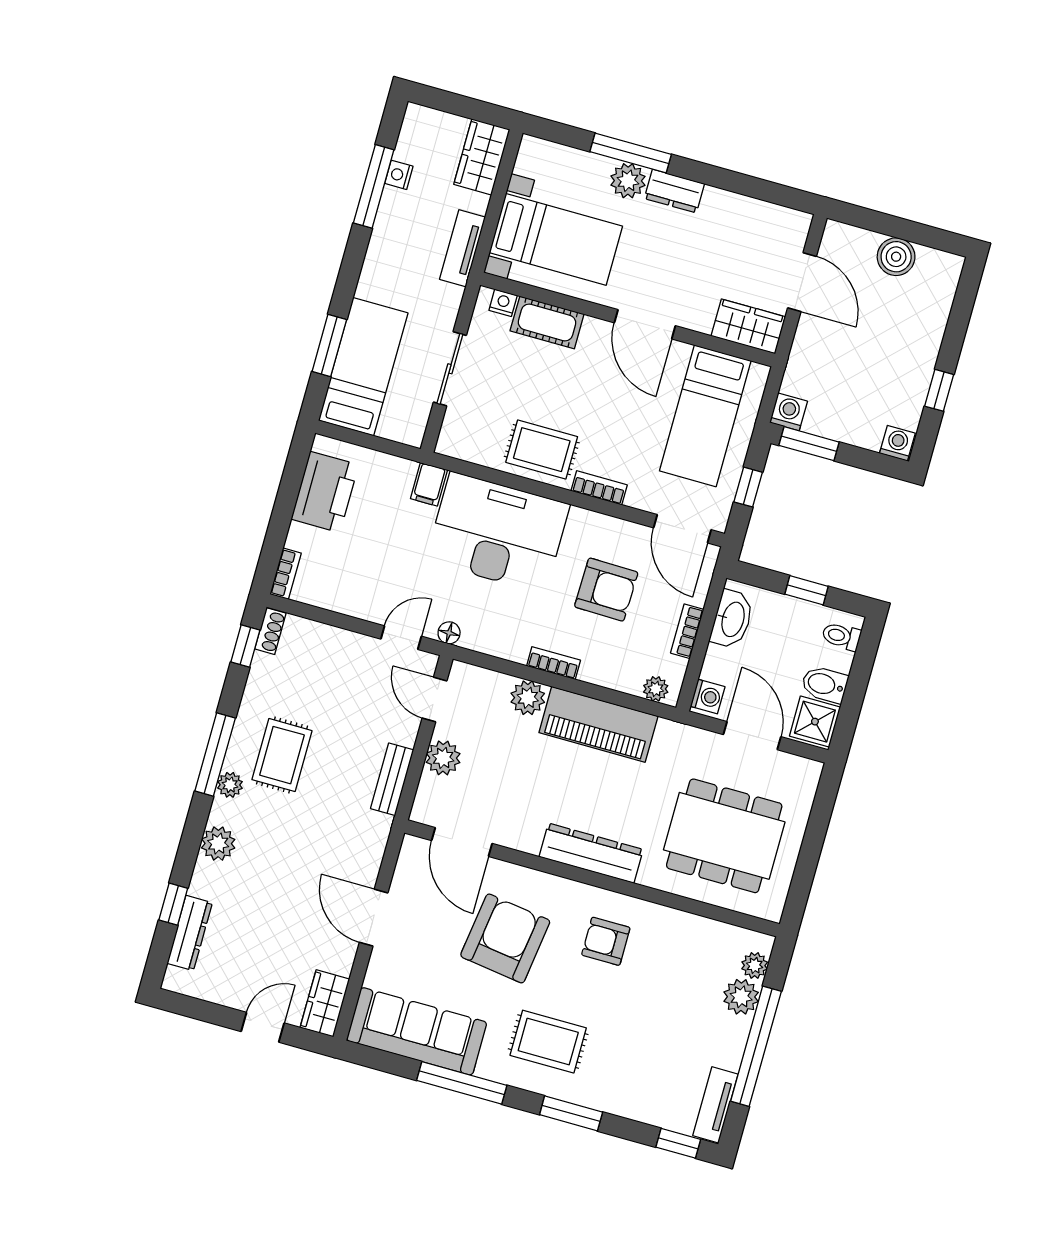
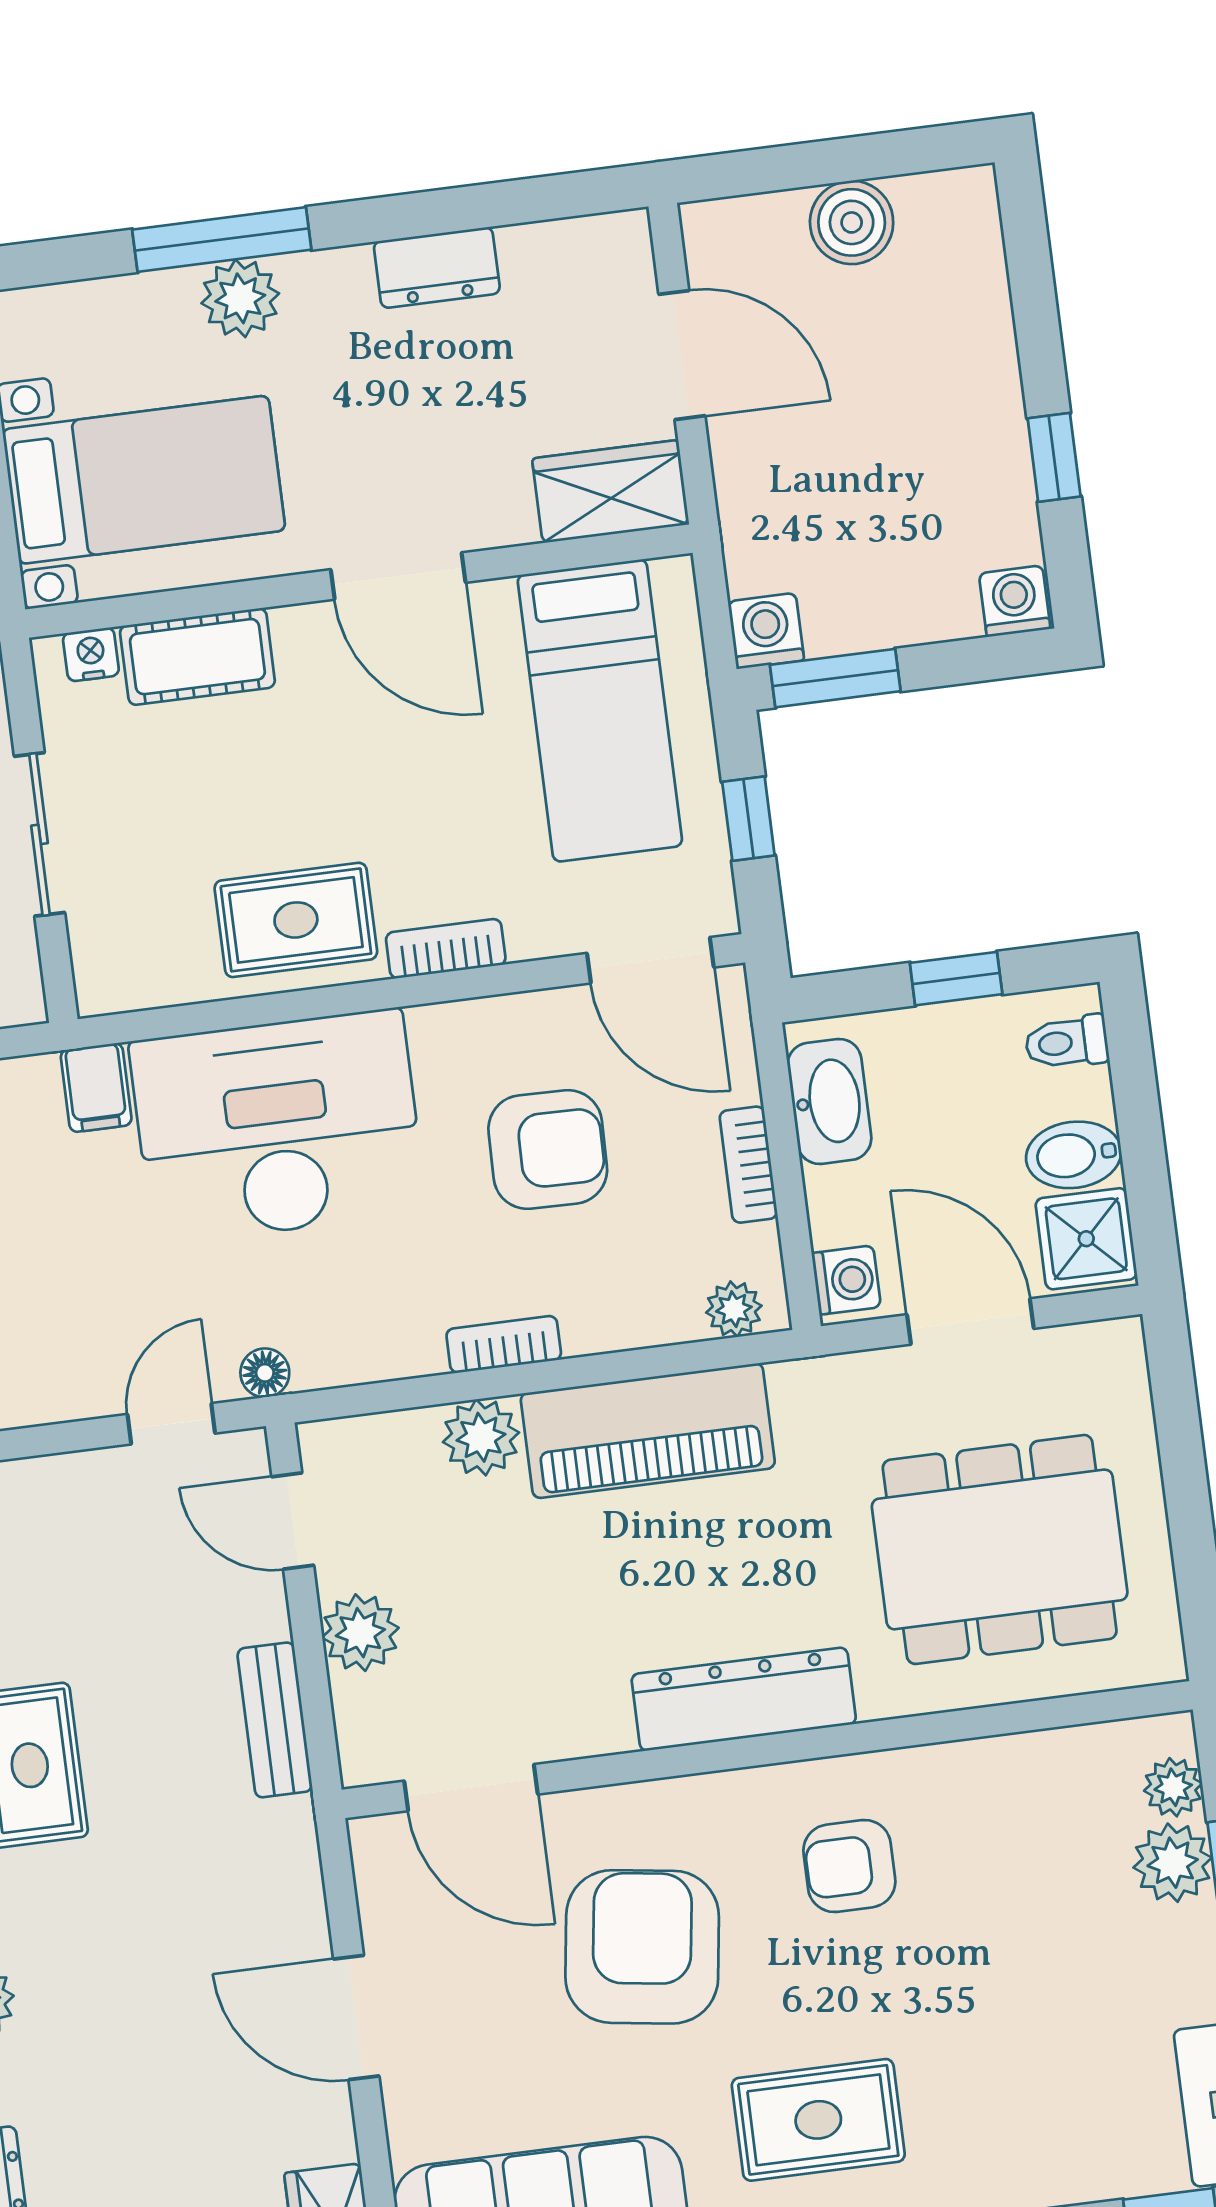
dresser: (674, 191) -> (437, 268), moved

